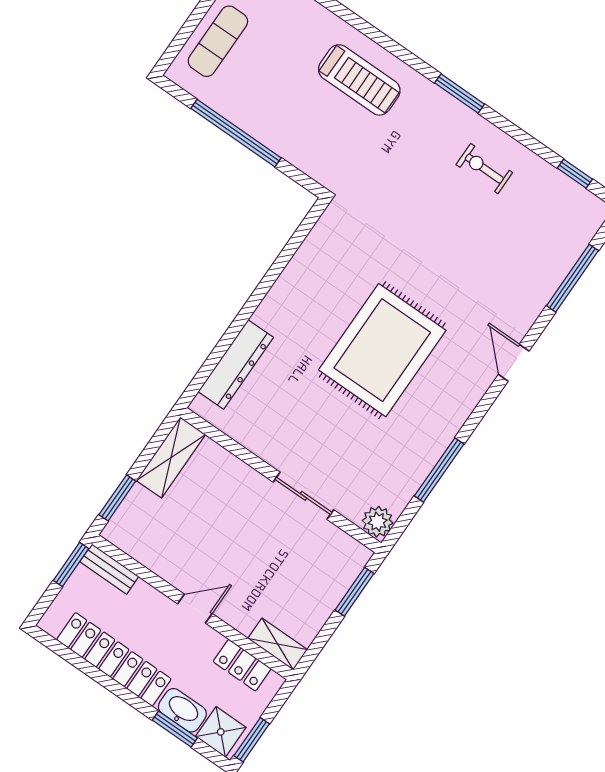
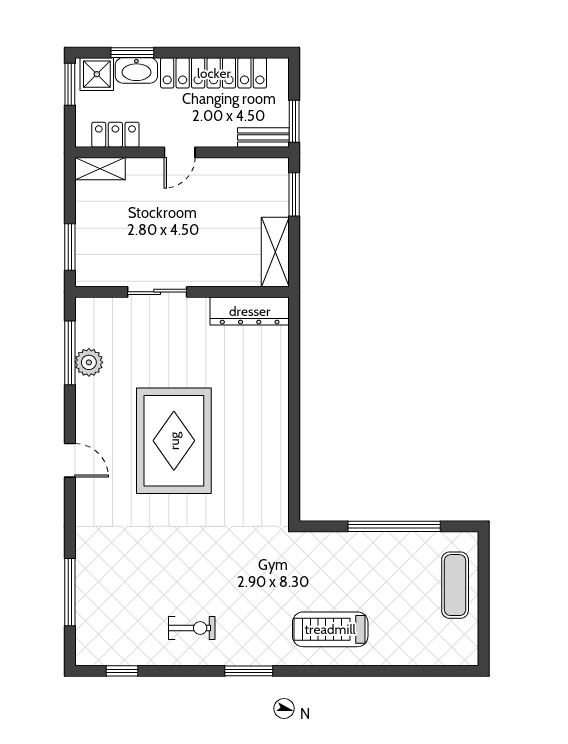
door: (514, 363) -> (70, 460), moved
dresser: (236, 364) -> (250, 311), moved, turned -90
window: (439, 470) -> (70, 353), moved
plant: (378, 522) -> (89, 362), moved

